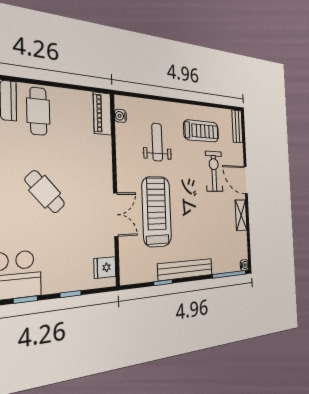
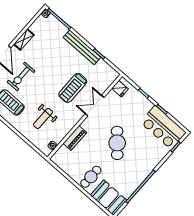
piano: (102, 114) -> (75, 138), moved
cafe table: (45, 192) -> (117, 143), width x1.37, depth x1.35
treadmill: (157, 211) -> (73, 88), width x0.73, depth x0.73

